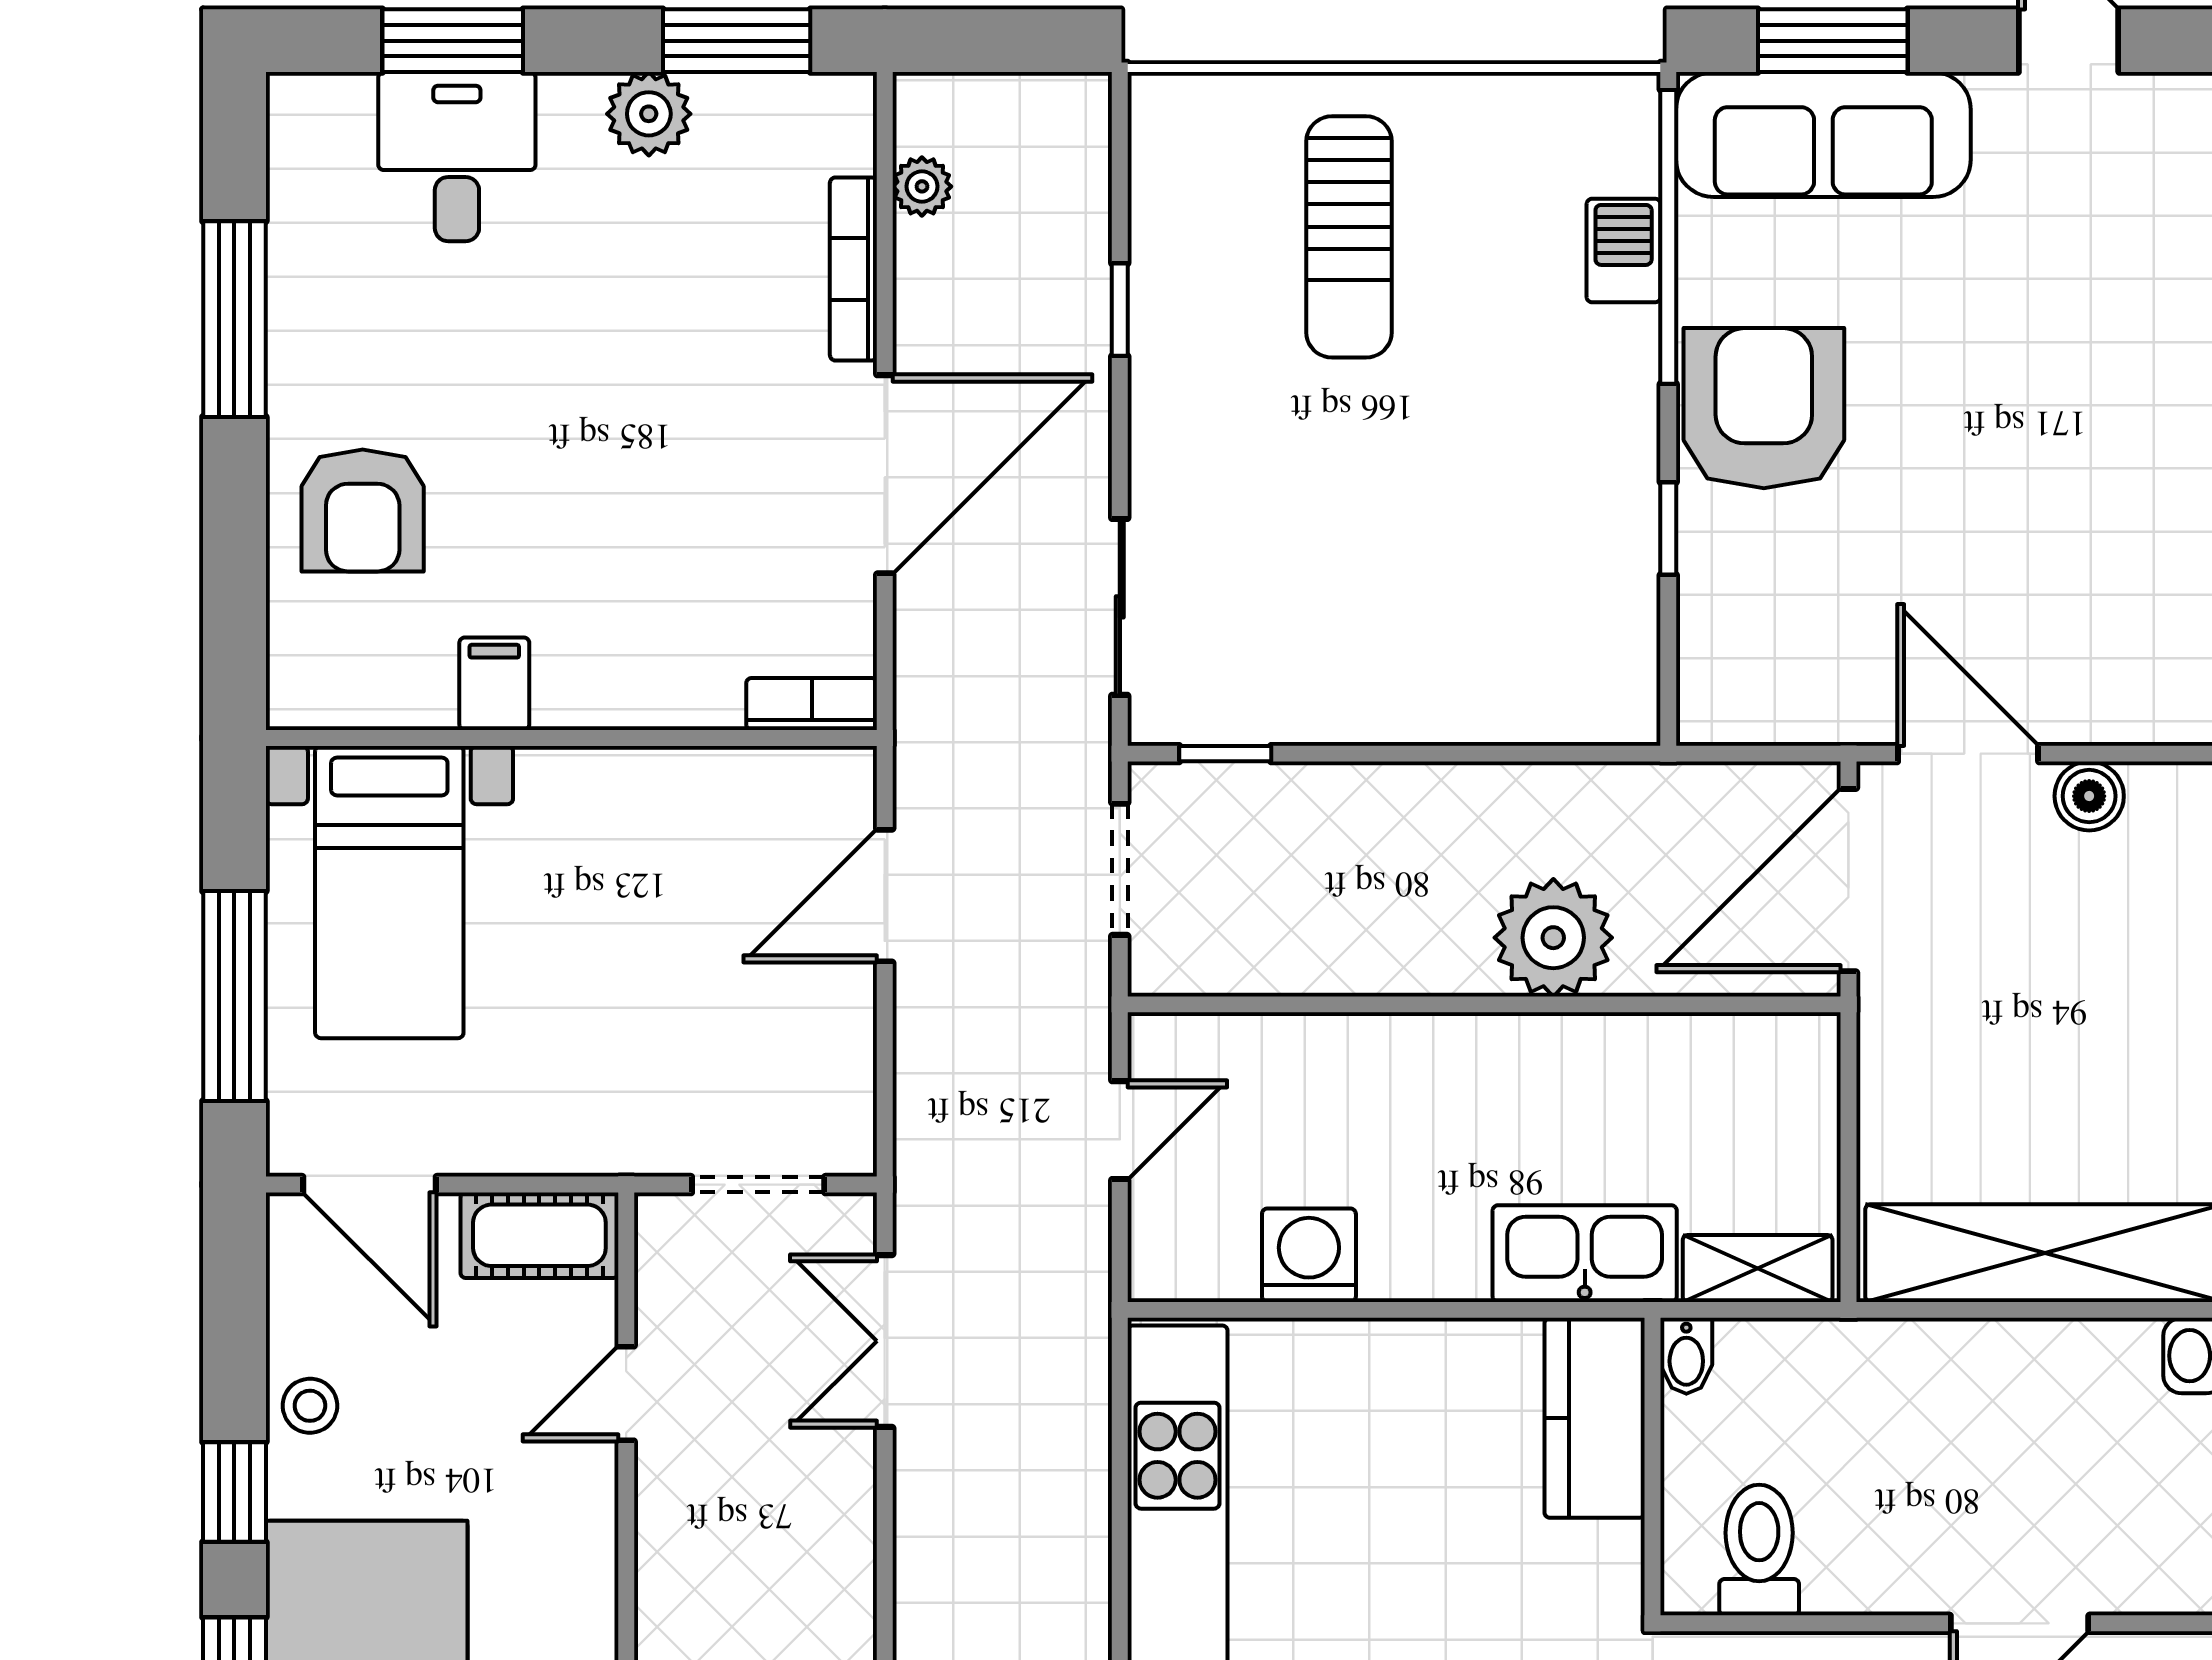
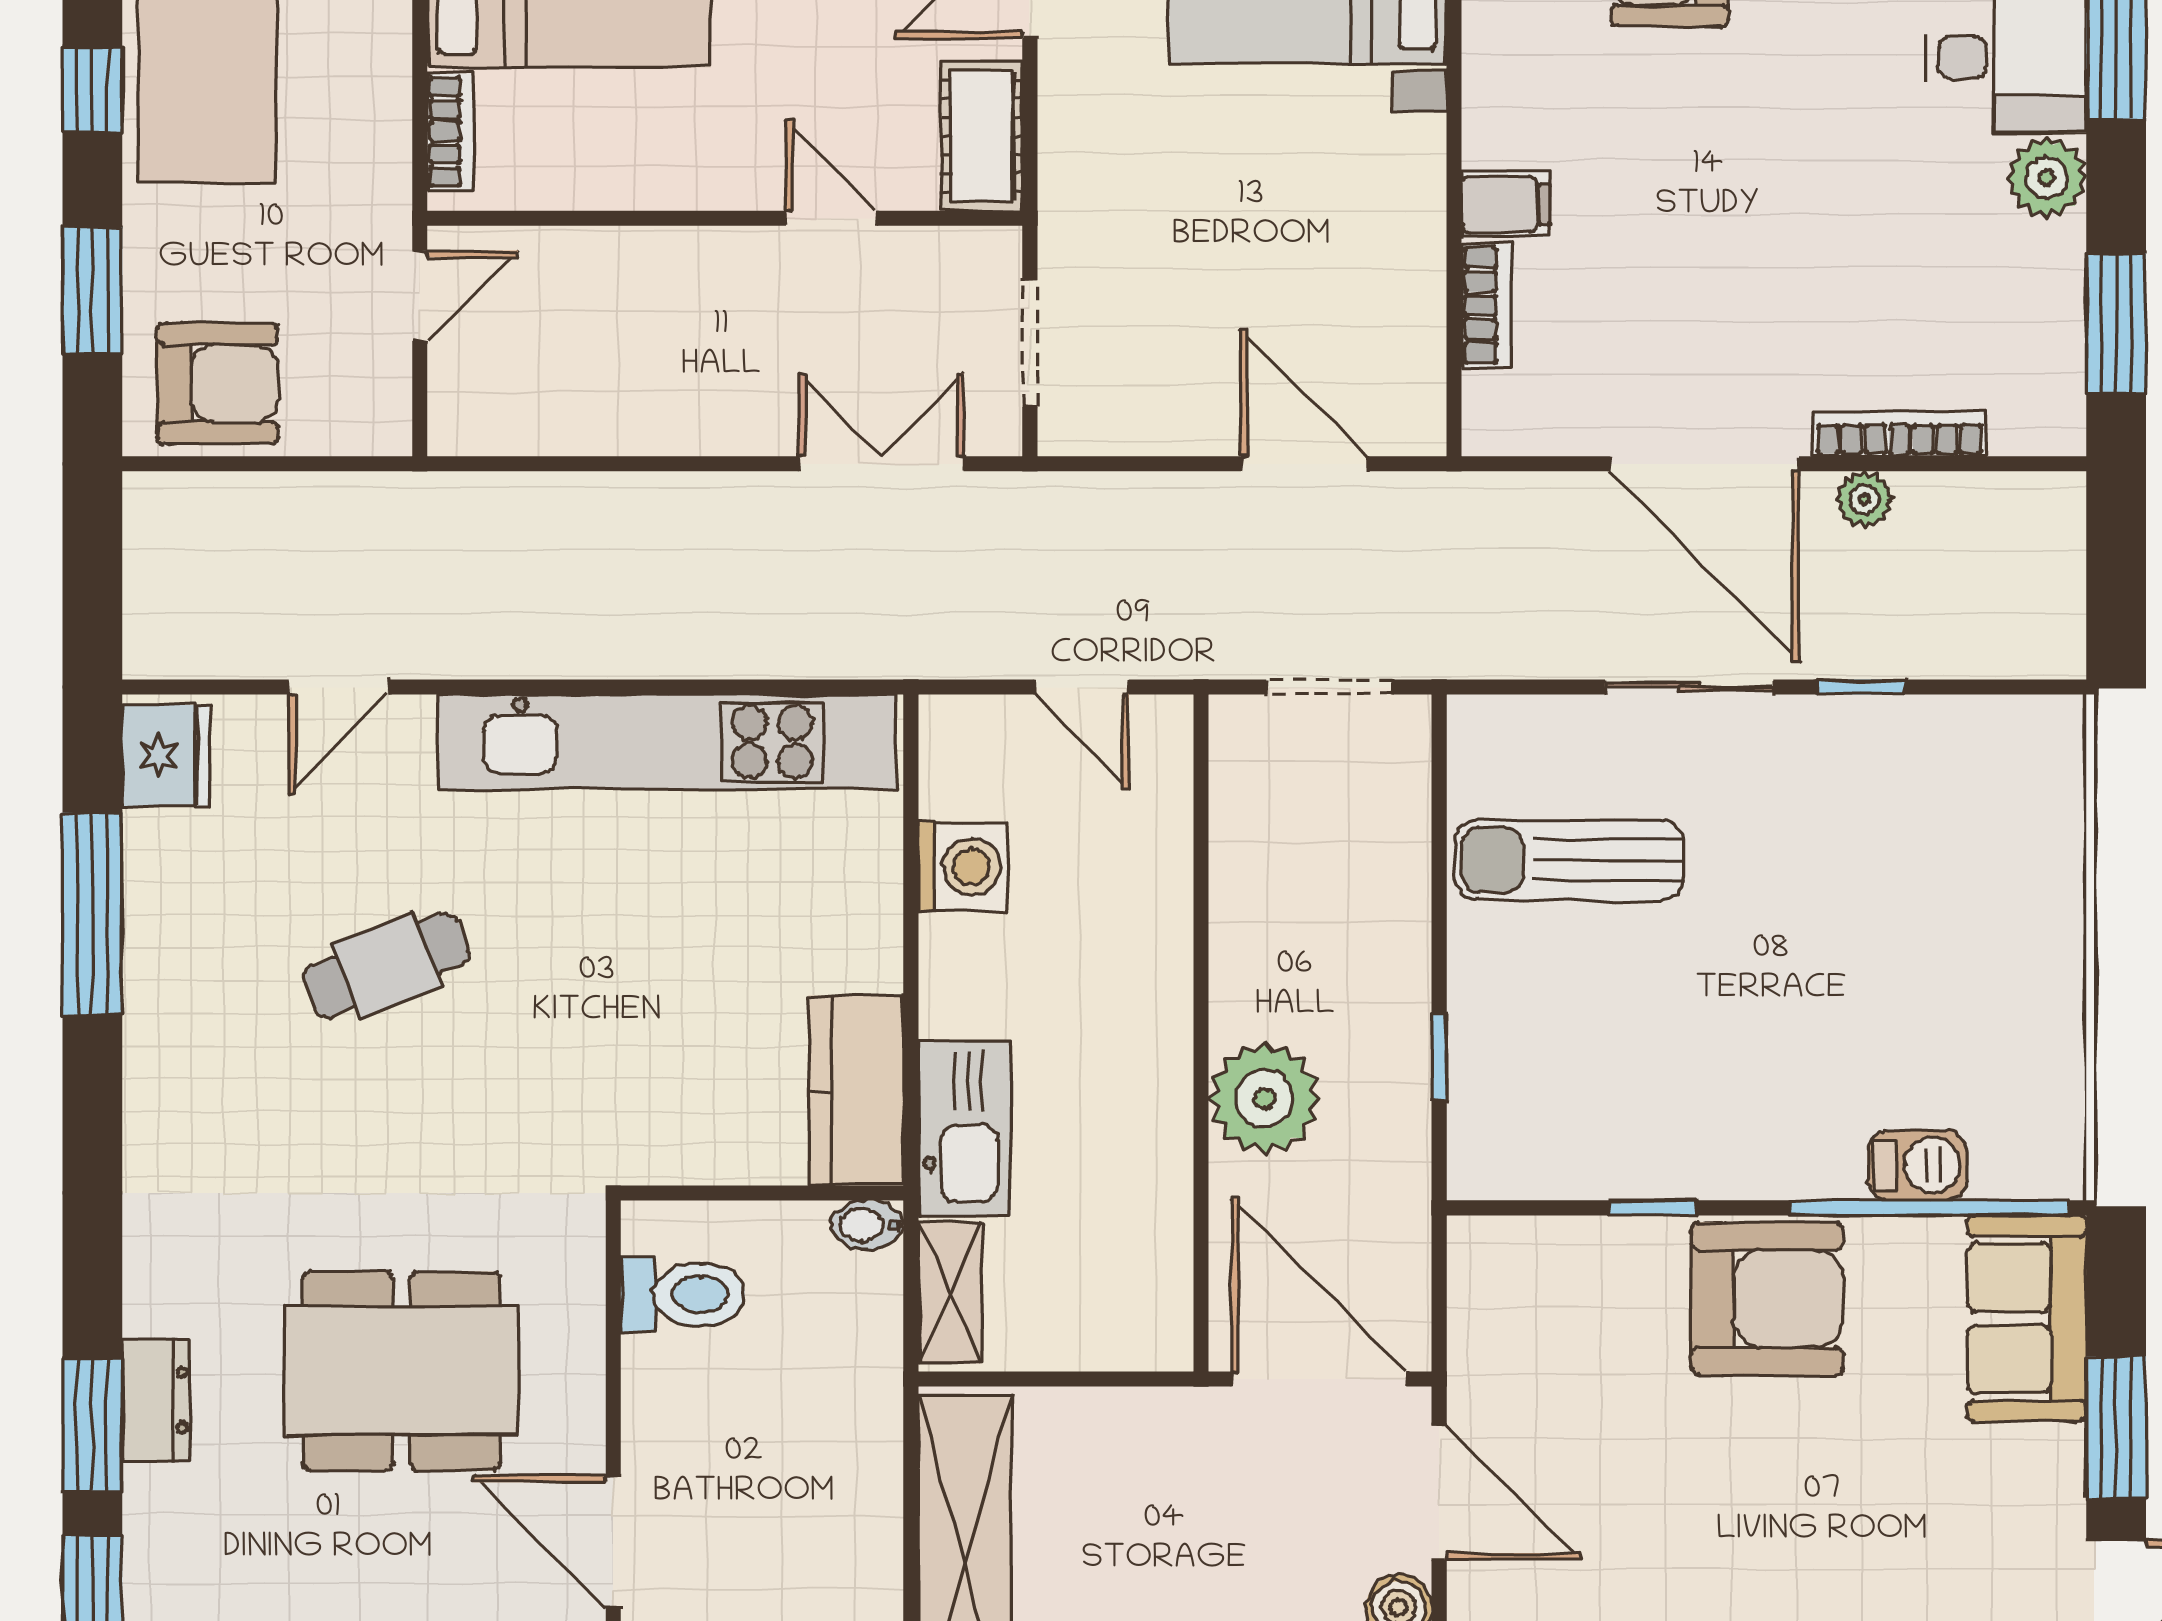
window: (1833, 41) -> (2116, 1428), moved
plant: (649, 114) -> (2047, 178), moved
sofa: (1823, 135) -> (2027, 1318), width x0.73
plant: (922, 186) -> (1864, 499), moved
sun lounger: (1349, 237) -> (1569, 860), moved
sliding door: (1120, 607) -> (1689, 687), moved
filing cabinet: (494, 684) -> (1506, 204), moved
bookcase: (812, 704) -> (1486, 305), moved
window: (1225, 754) -> (1439, 1057), moved
door: (1968, 754) -> (1439, 1493), hinge flipped
kitchen counter: (1595, 1418) -> (856, 1090), moved, turned -90

